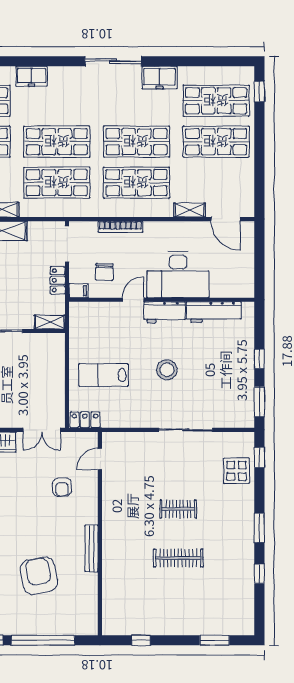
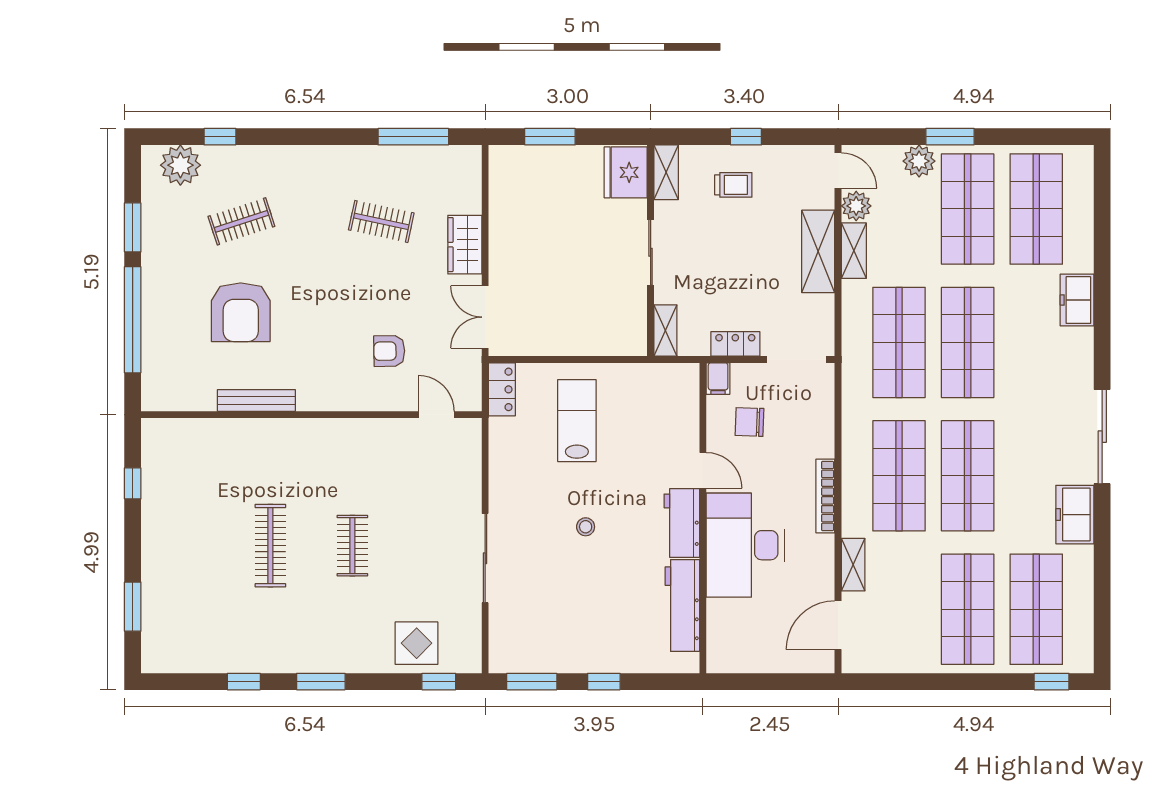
bookcase: (120, 227) -> (825, 496), moved
stool: (167, 370) -> (586, 527), width x0.53, depth x0.53
bench: (91, 548) -> (256, 400), moved
armchair: (39, 576) -> (241, 312), turned 101

